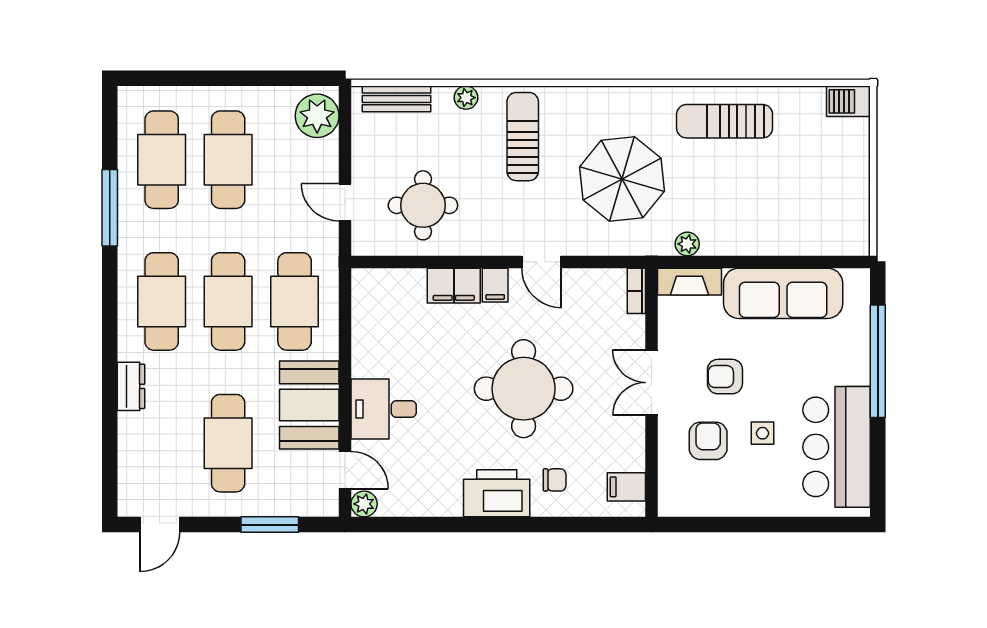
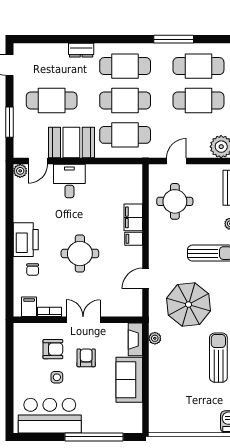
door: (541, 262) -> (146, 278), moved
bookcase: (636, 291) -> (49, 312), moved
sofa: (783, 293) -> (129, 380), width x0.73
round table: (524, 389) -> (80, 254), width x0.73, depth x0.73

